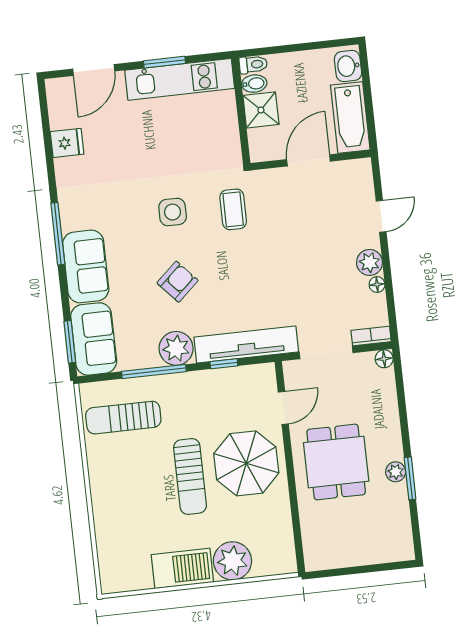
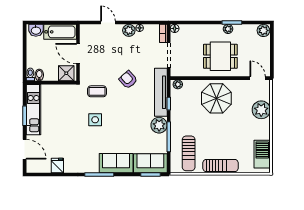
shower: (261, 110) -> (66, 73), moved
armchair: (178, 282) -> (128, 80), moved
plant: (267, 379) -> (178, 84), added
door: (283, 408) -> (258, 78), moved
sun lounger: (190, 476) -> (220, 166), moved
plant: (401, 547) -> (263, 30), added
barbecue: (182, 568) -> (262, 154), moved

